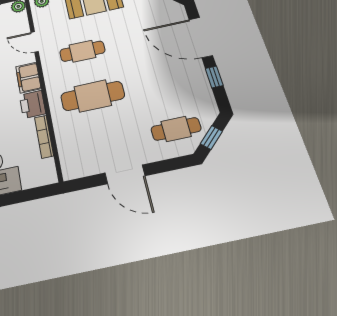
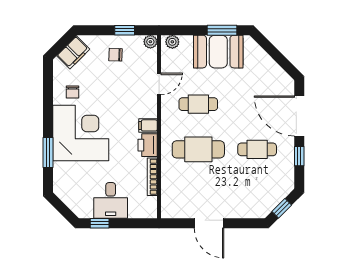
door: (35, 42) -> (159, 84), swing flipped
filing cabinet: (28, 78) -> (148, 125), width x0.50
cafe table: (176, 129) -> (257, 149), moved

